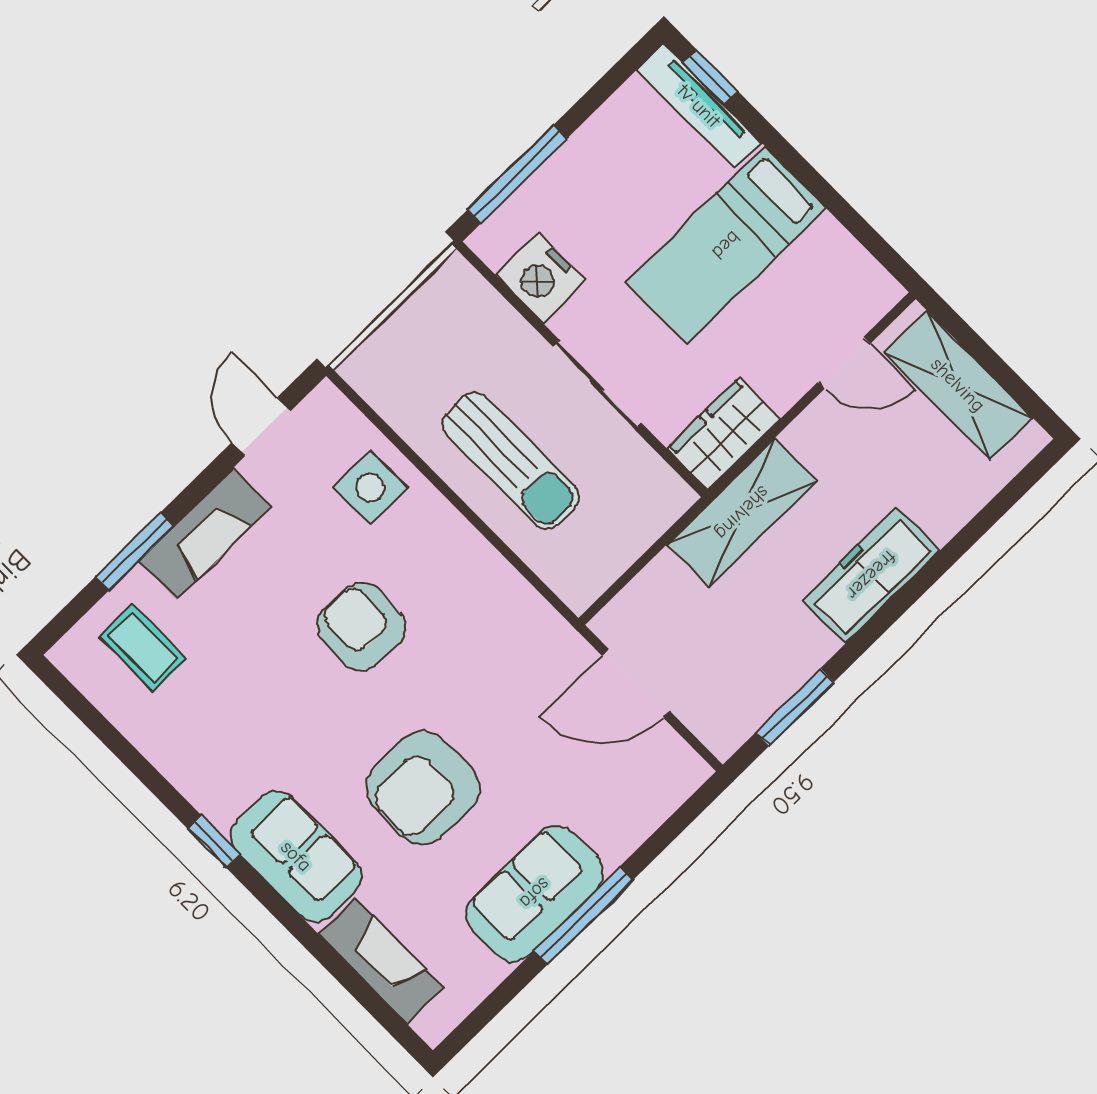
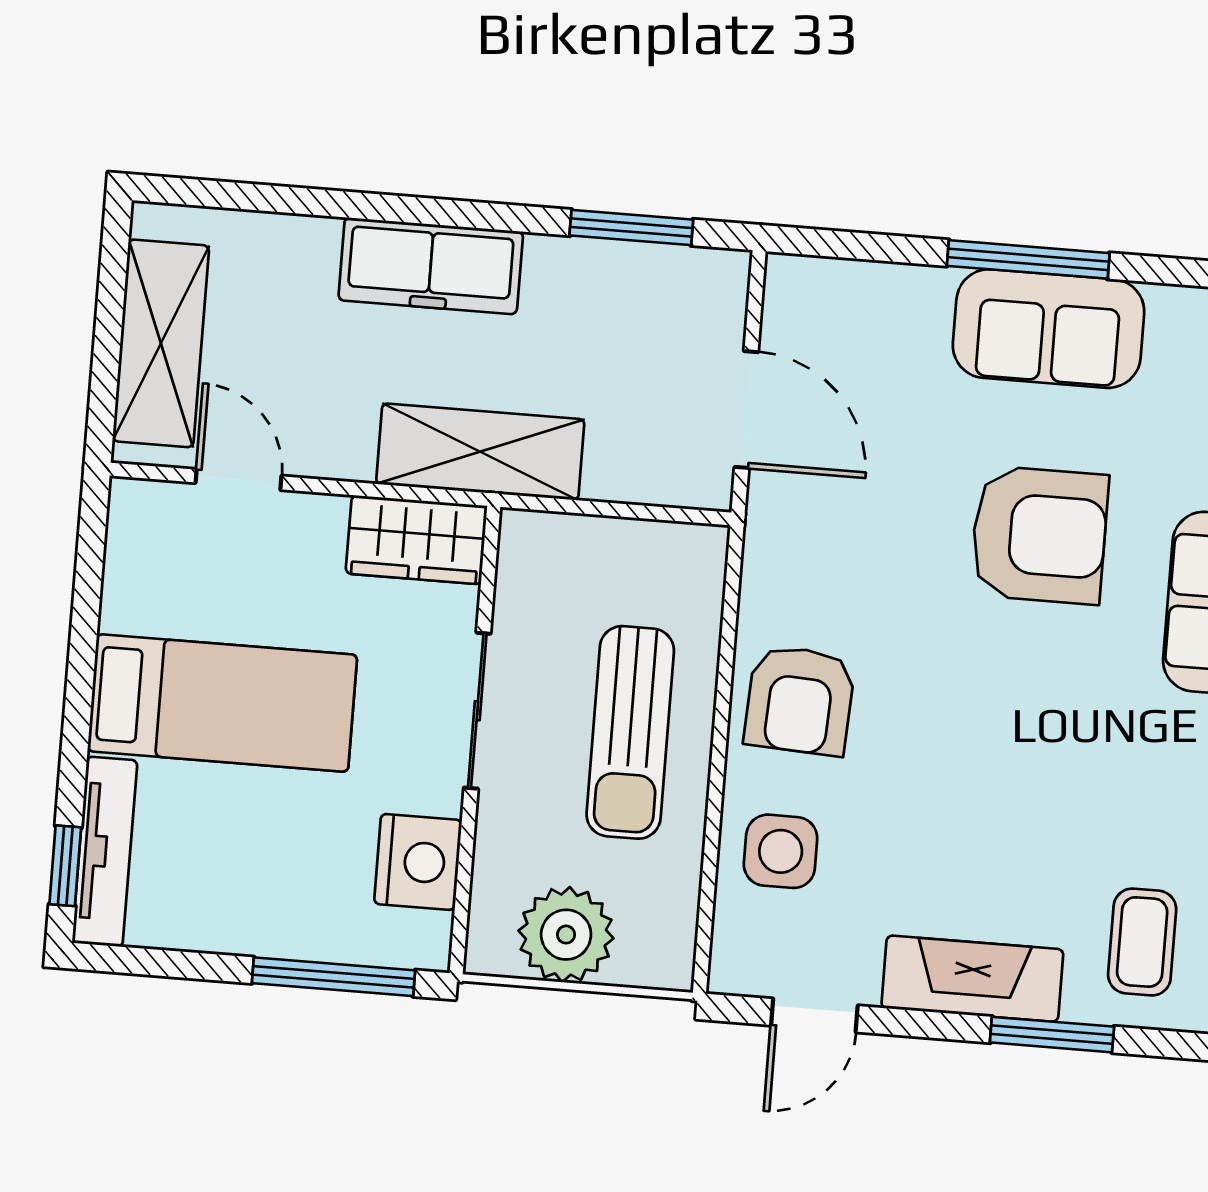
plant: (428, 326) -> (566, 935), added
sun lounger: (510, 461) -> (630, 732), turned 180
armchair: (361, 626) -> (800, 700), moved

